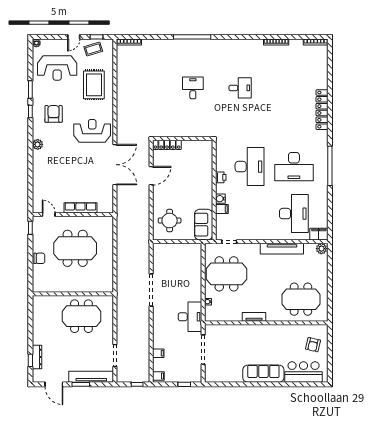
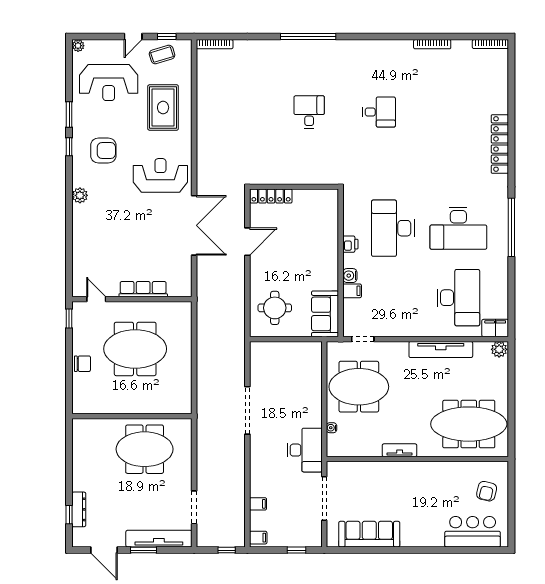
armchair: (54, 114) -> (103, 150), turned 90
desk: (250, 167) -> (393, 228), turned 180
meeting table: (301, 299) -> (469, 424), width x1.36
sofa: (263, 374) -> (369, 534), moved

